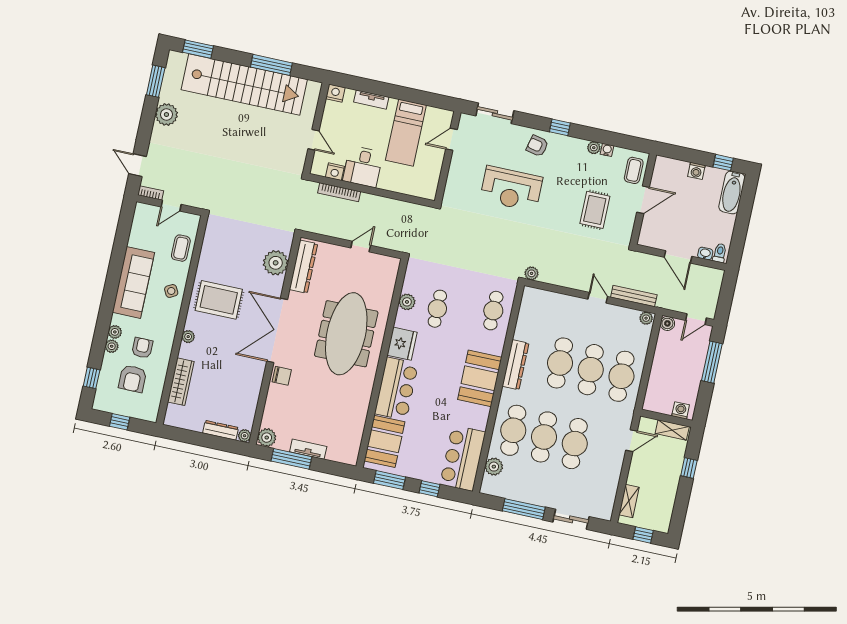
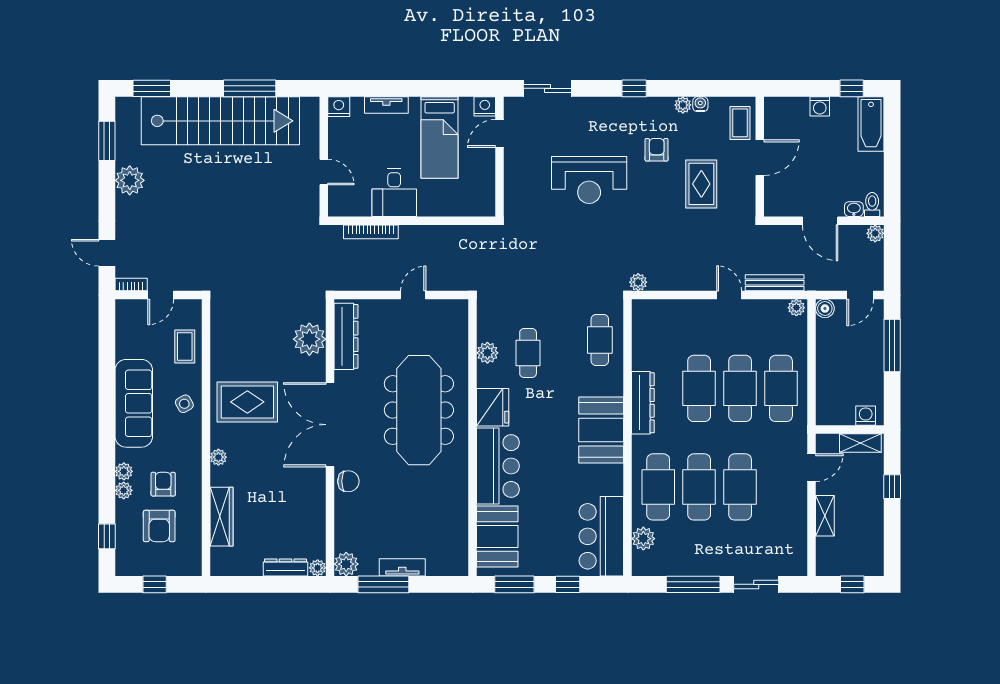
armchair: (537, 146) -> (657, 150), moved, turned 77
nightstand: (335, 172) -> (485, 106), moved, turned 180
plant: (717, 275) -> (875, 233), added
shelving: (629, 501) -> (825, 516), moved

